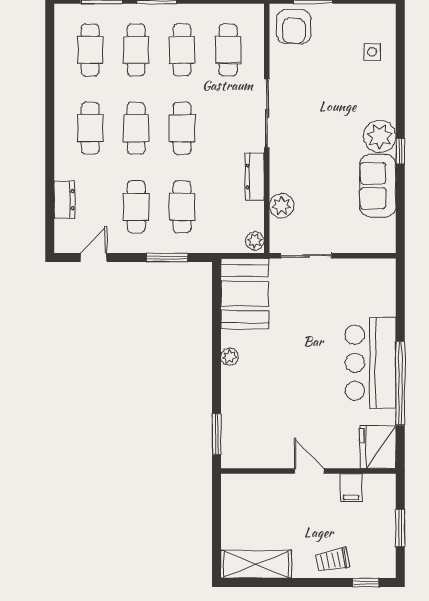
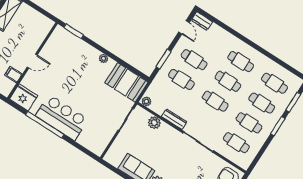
dresser: (64, 200) -> (202, 21), moved

